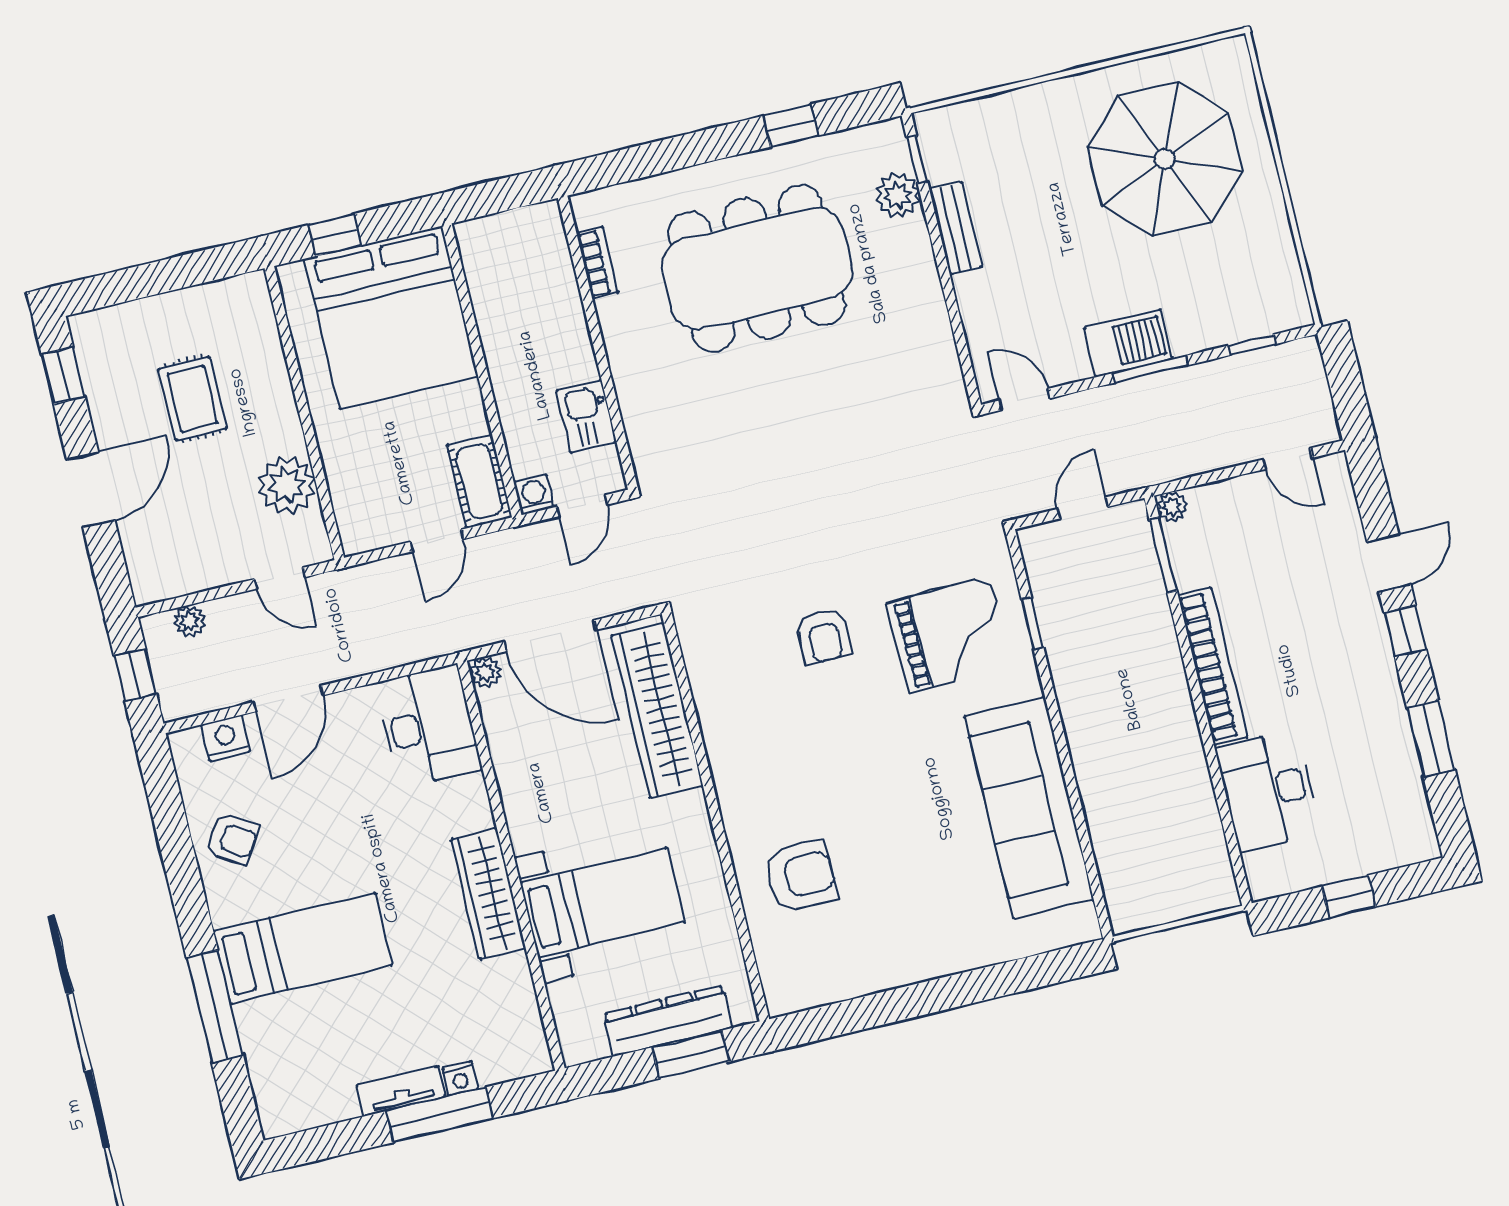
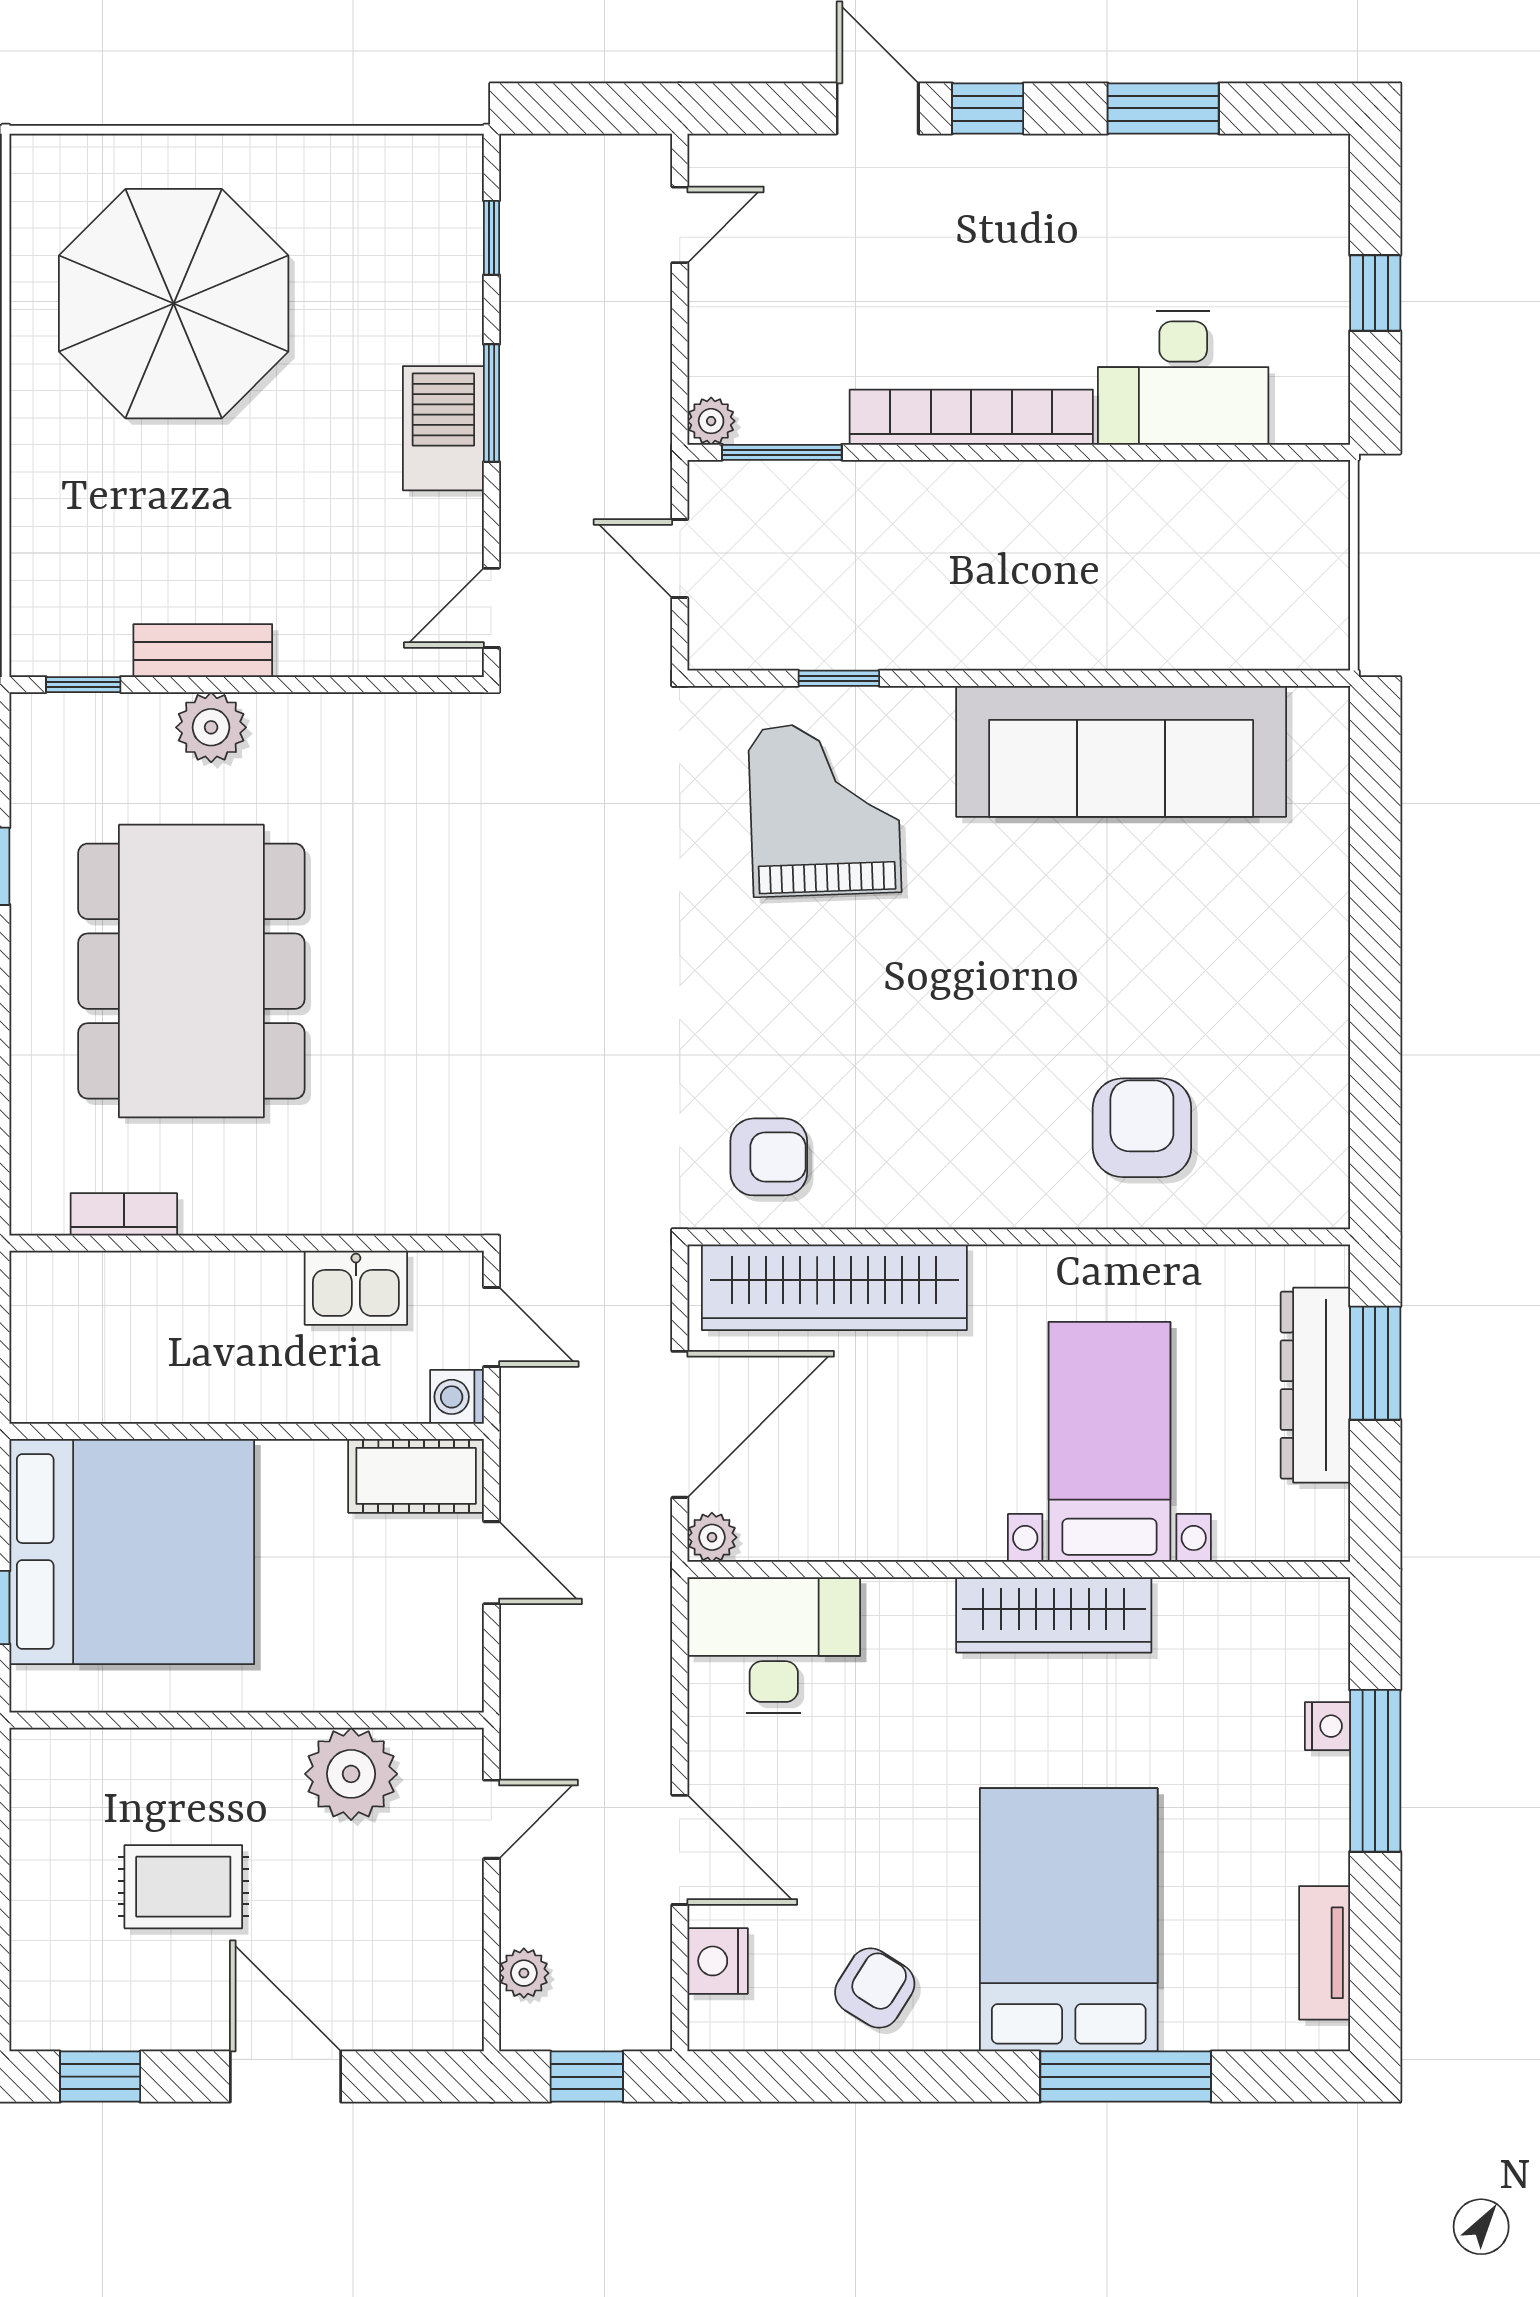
plant: (898, 195) -> (211, 727), moved
armchair: (824, 636) -> (769, 1157), moved
bed: (303, 948) -> (1069, 1920), width x1.50
tv unit: (401, 1091) -> (1325, 1953), moved

